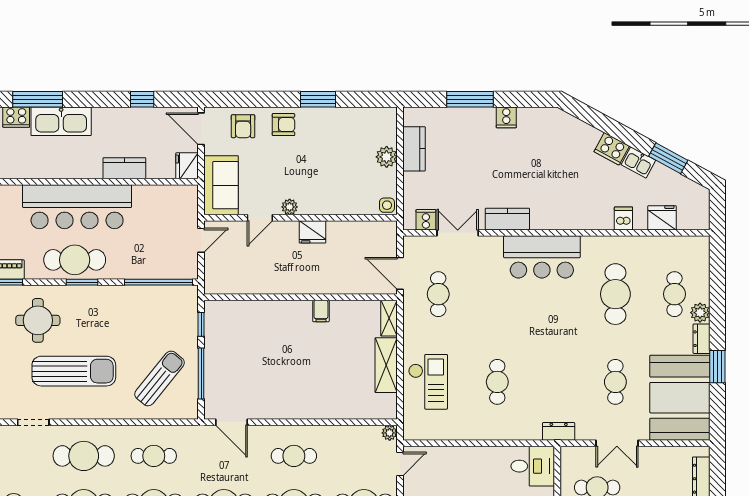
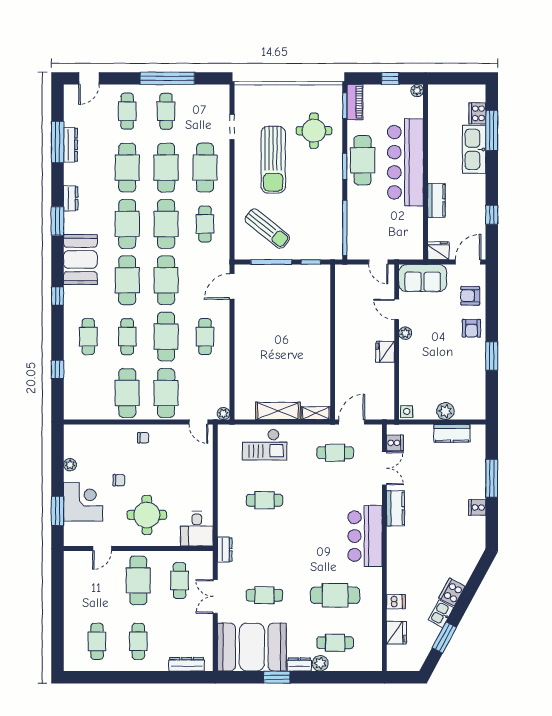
filing cabinet: (321, 311) -> (322, 358), removed

